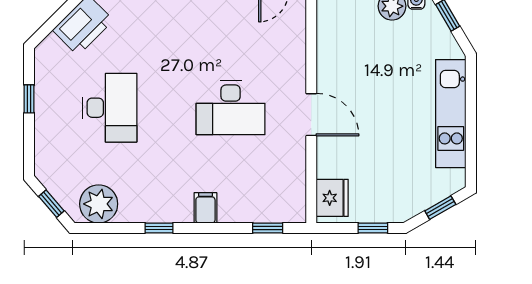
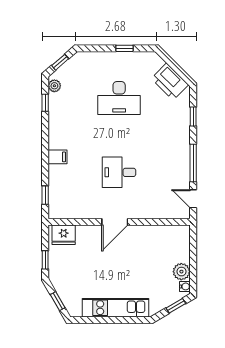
desk: (231, 108) -> (119, 172), width x0.73
plant: (99, 204) -> (54, 86), width x0.53, depth x0.53
window: (159, 228) -> (45, 103), moved

